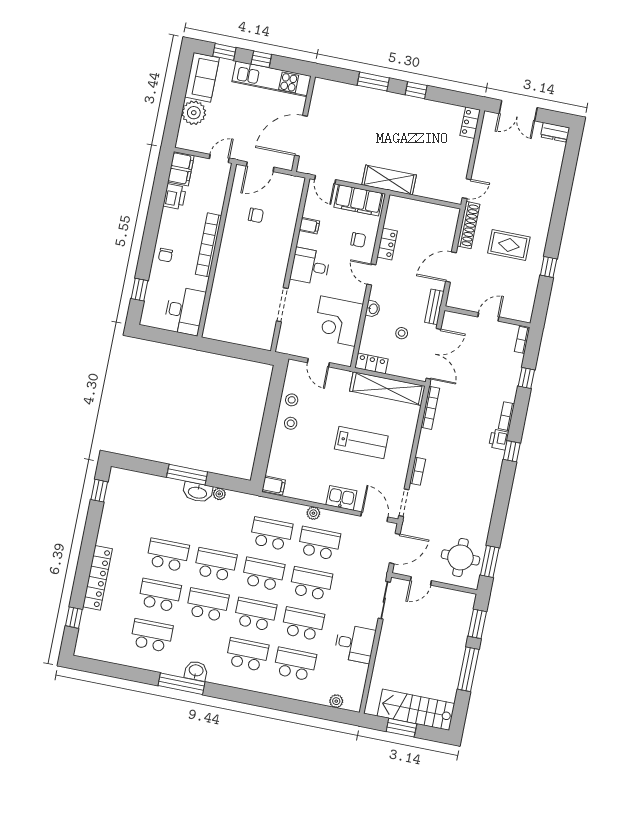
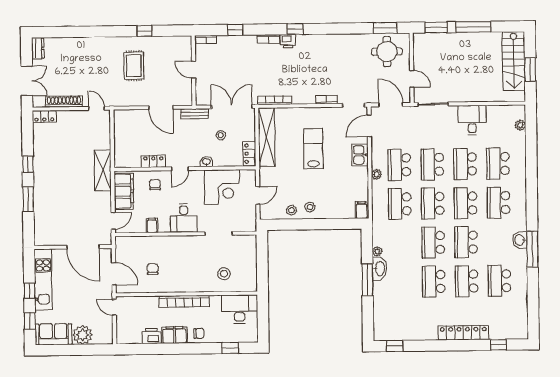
filing cabinet: (181, 169) -> (174, 335), moved
shoe rack: (468, 225) -> (64, 101), moved
stool: (232, 301) -> (224, 274), added

